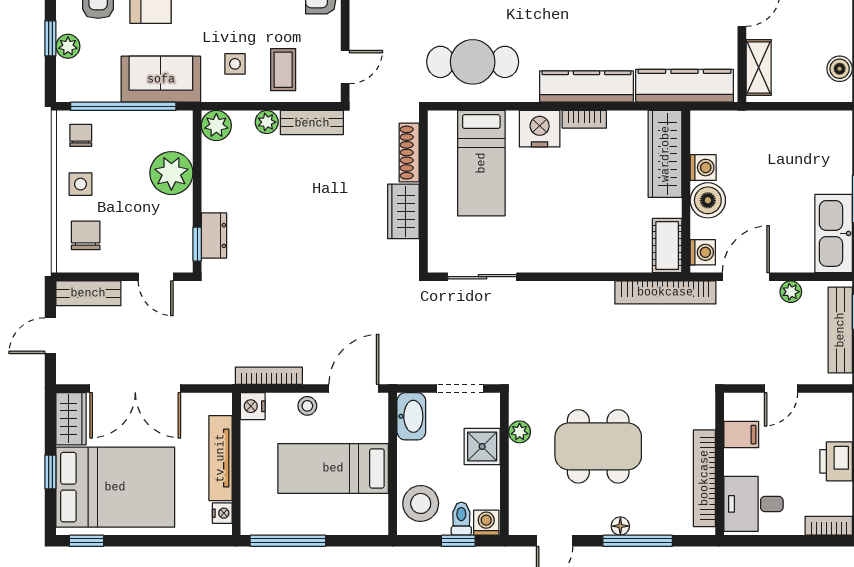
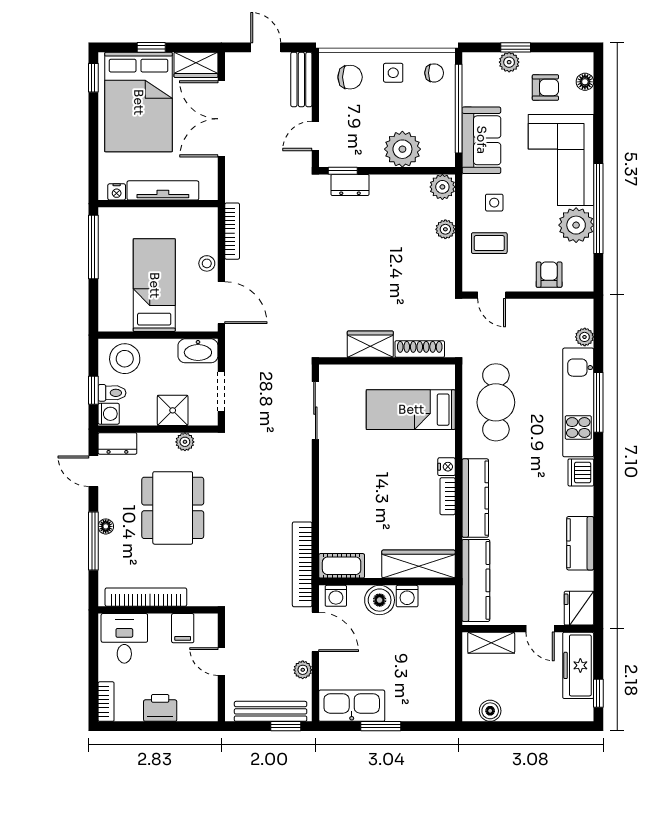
bench: (312, 123) -> (445, 267), removed
nightstand: (540, 129) -> (447, 467), width x0.53, depth x0.56
nightstand: (253, 406) -> (207, 218), removed
dresser: (522, 512) -> (117, 443), added

